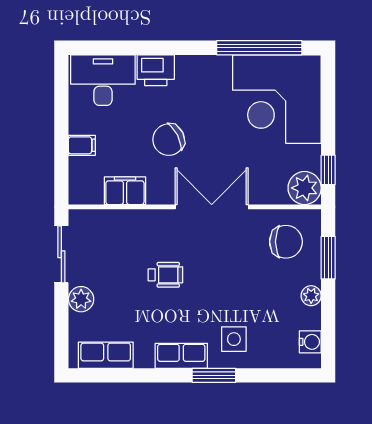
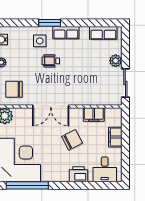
desk: (103, 80) -> (105, 169), width x0.73
filing cabinet: (82, 145) -> (115, 137), width x2.00
wheelchair: (165, 275) -> (51, 61), moved

